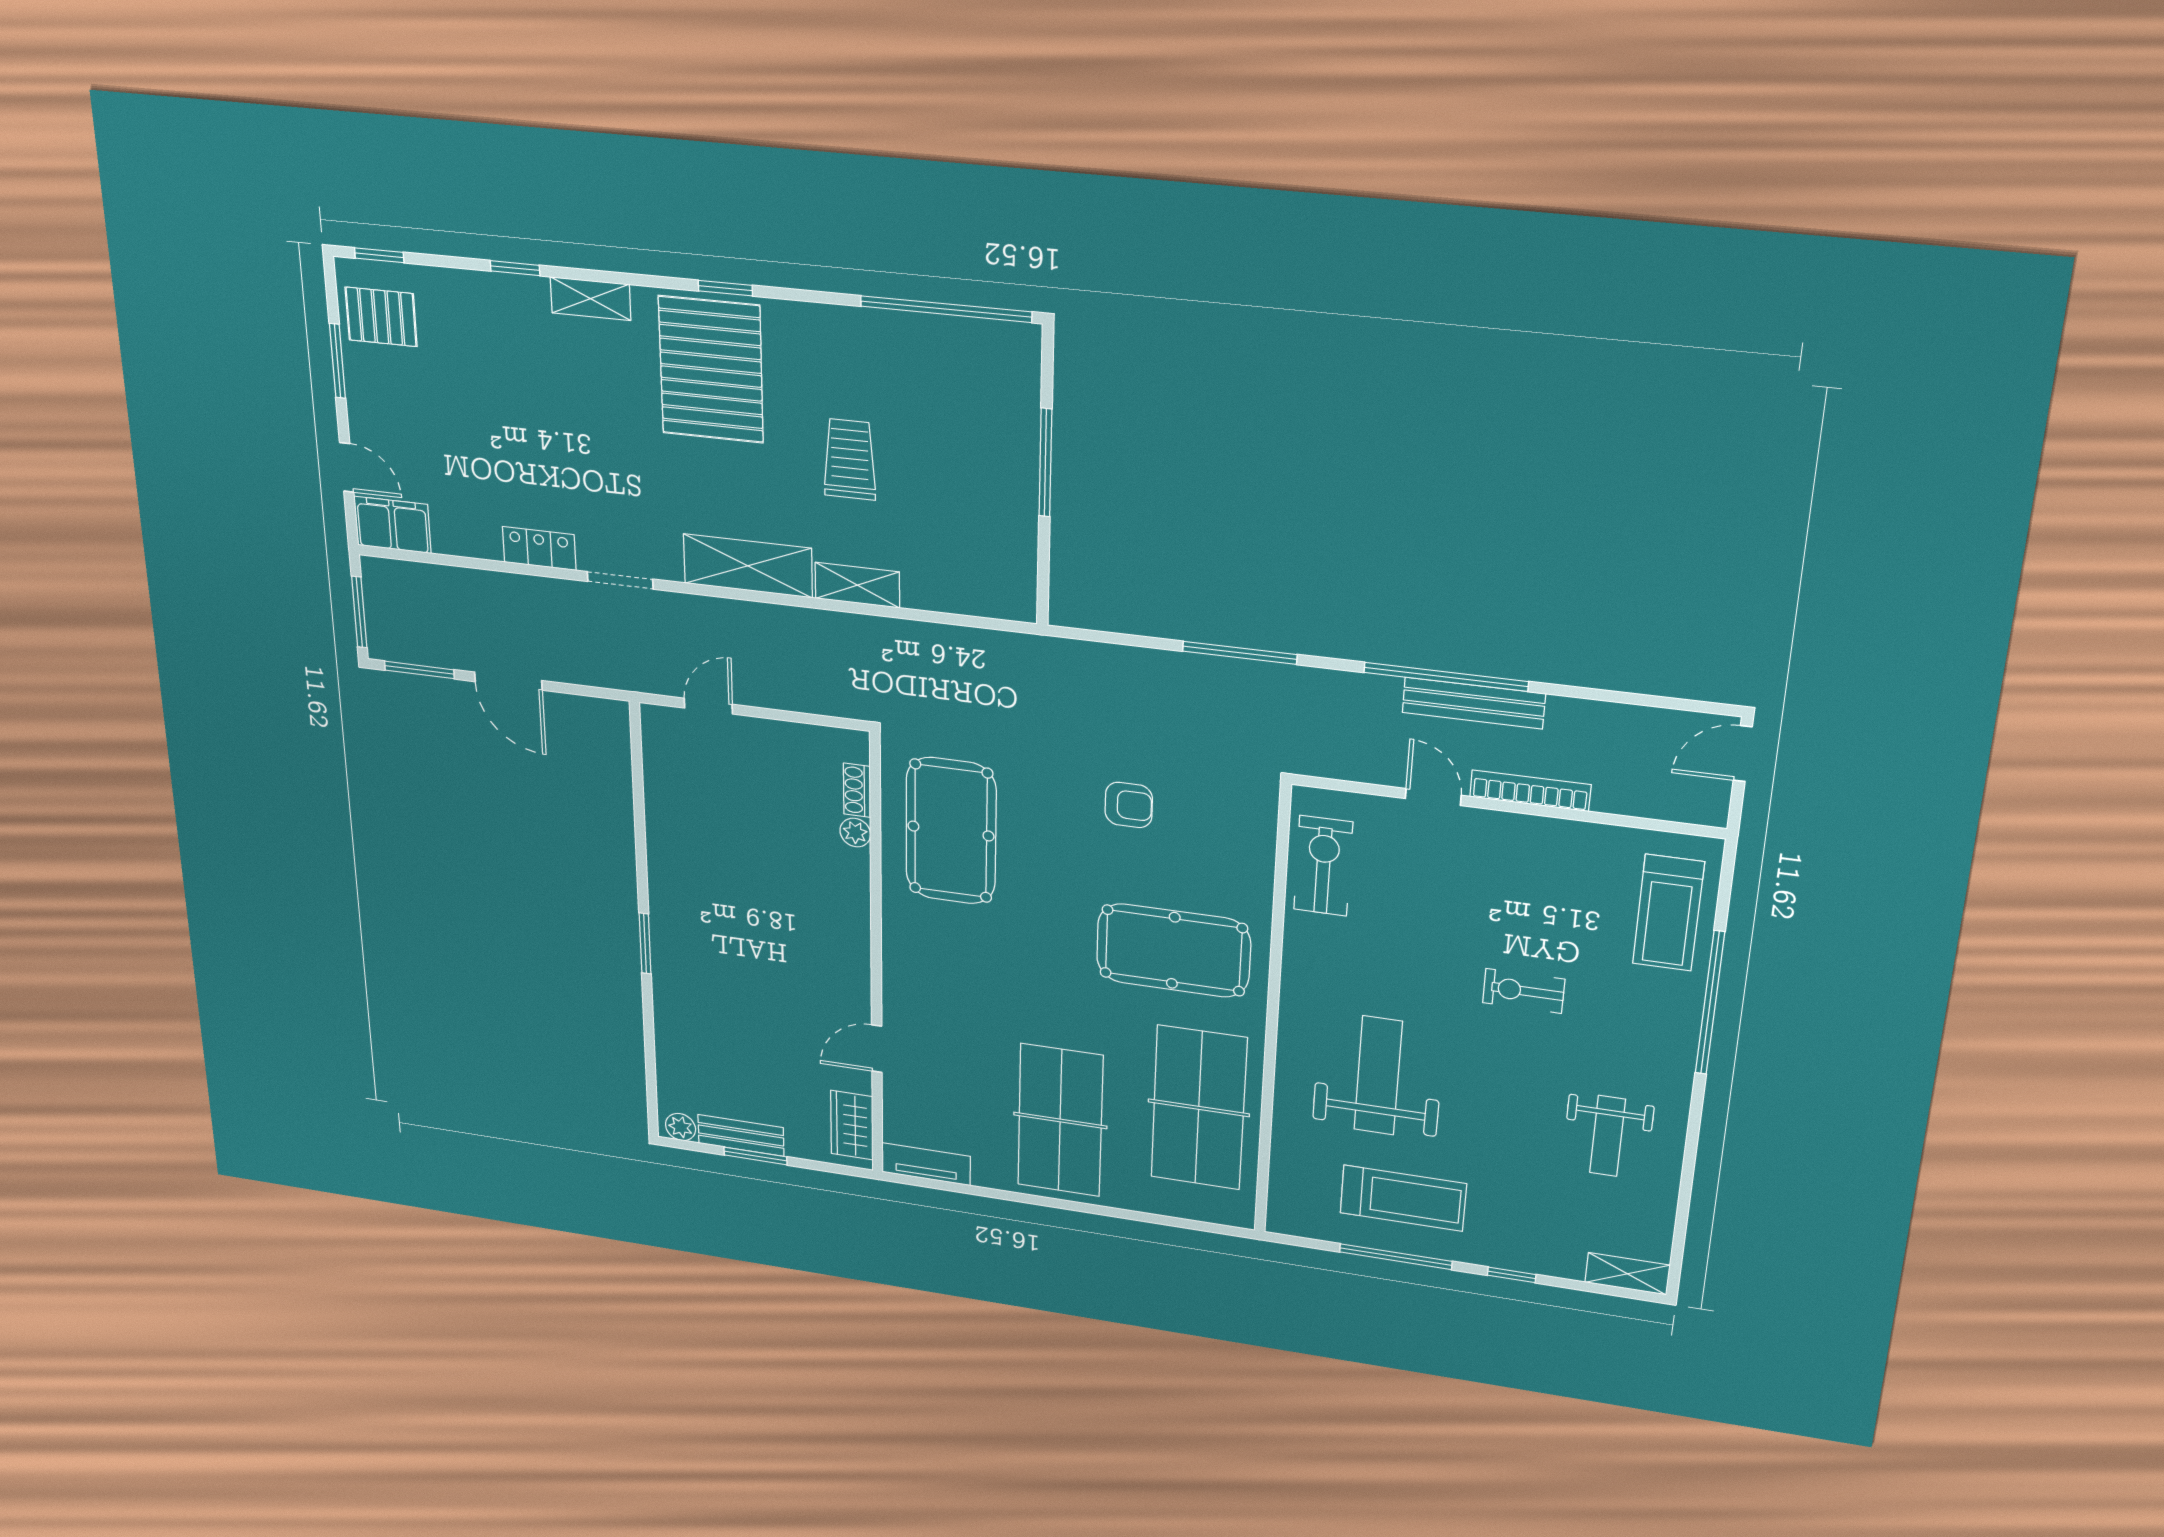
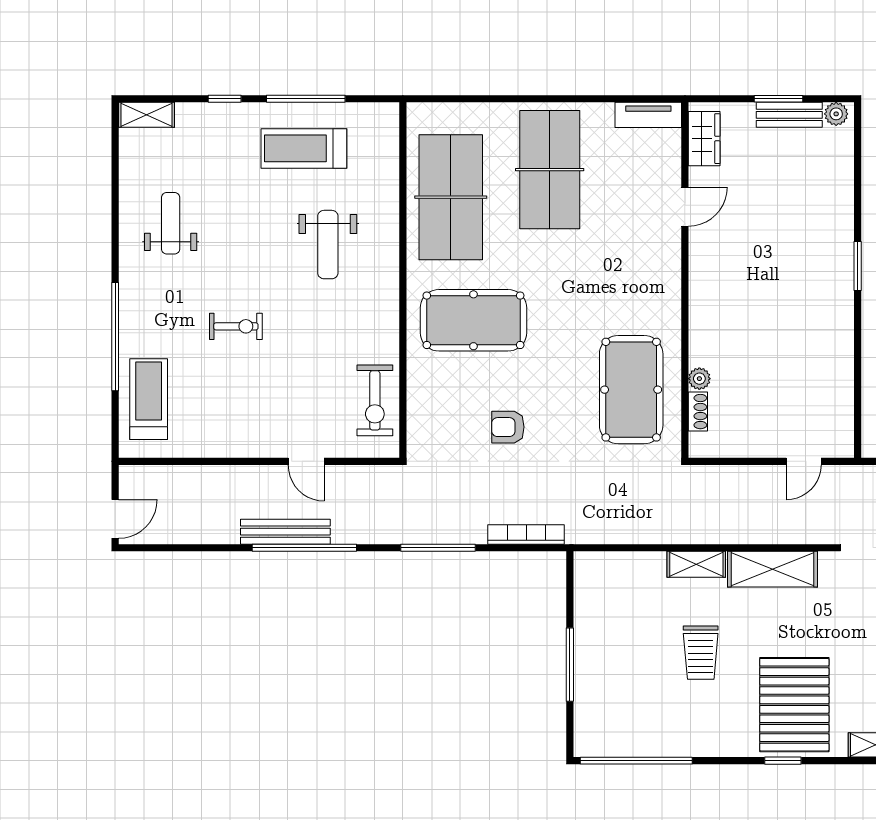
bookcase: (1530, 791) -> (526, 535), moved, turned 180
weight bench: (1378, 1076) -> (328, 245), width x0.73, depth x0.75

